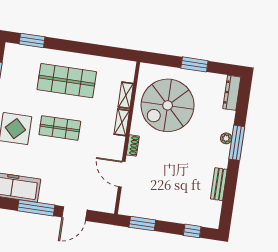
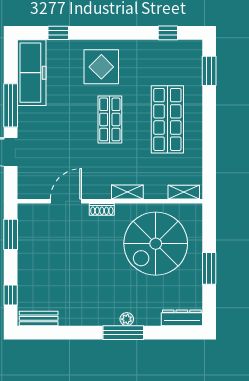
shelving: (126, 95) -> (184, 192), moved
spiral stairs: (168, 105) -> (156, 244), turned -90
bench: (219, 184) -> (39, 318), moved

